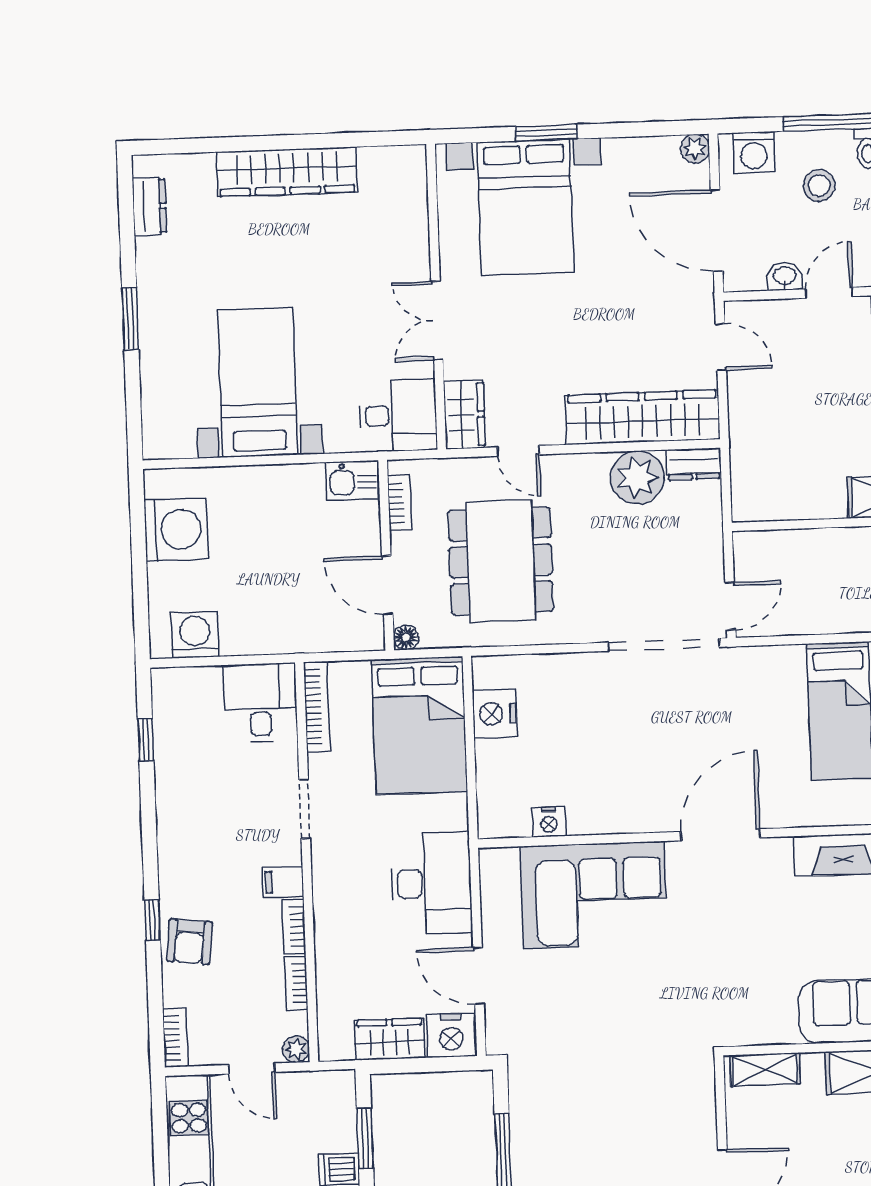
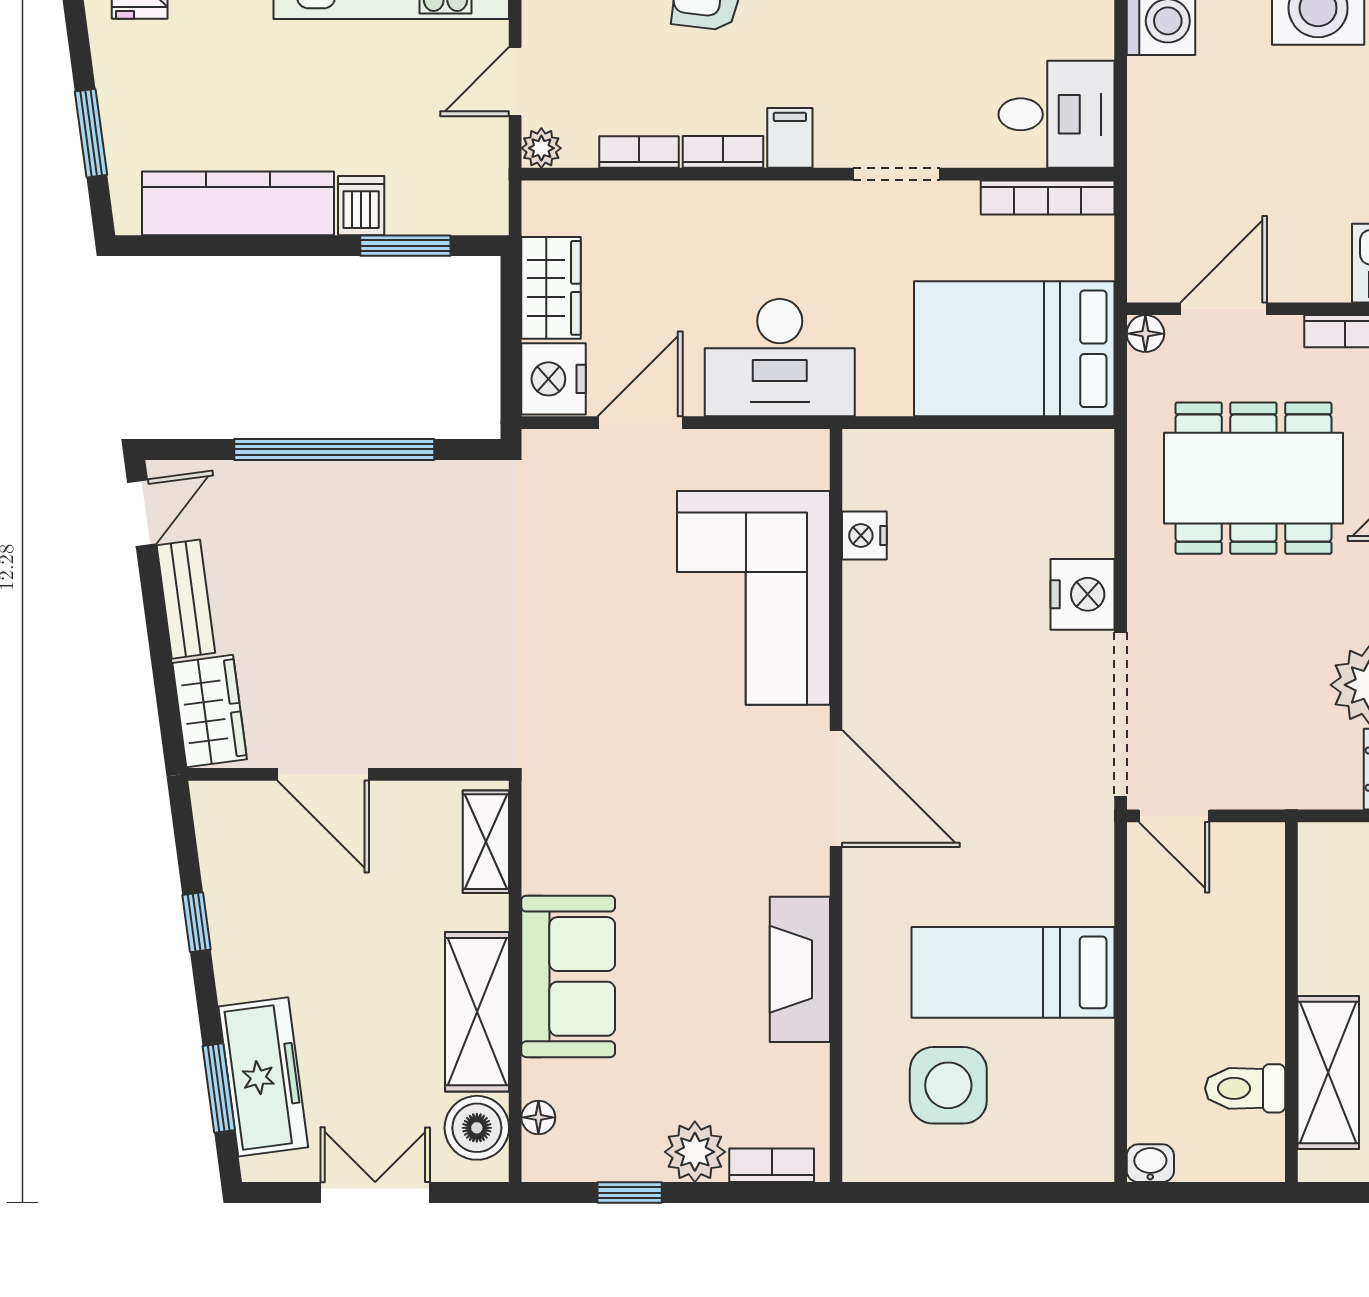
nightstand: (495, 714) -> (1083, 594), moved, turned 90

